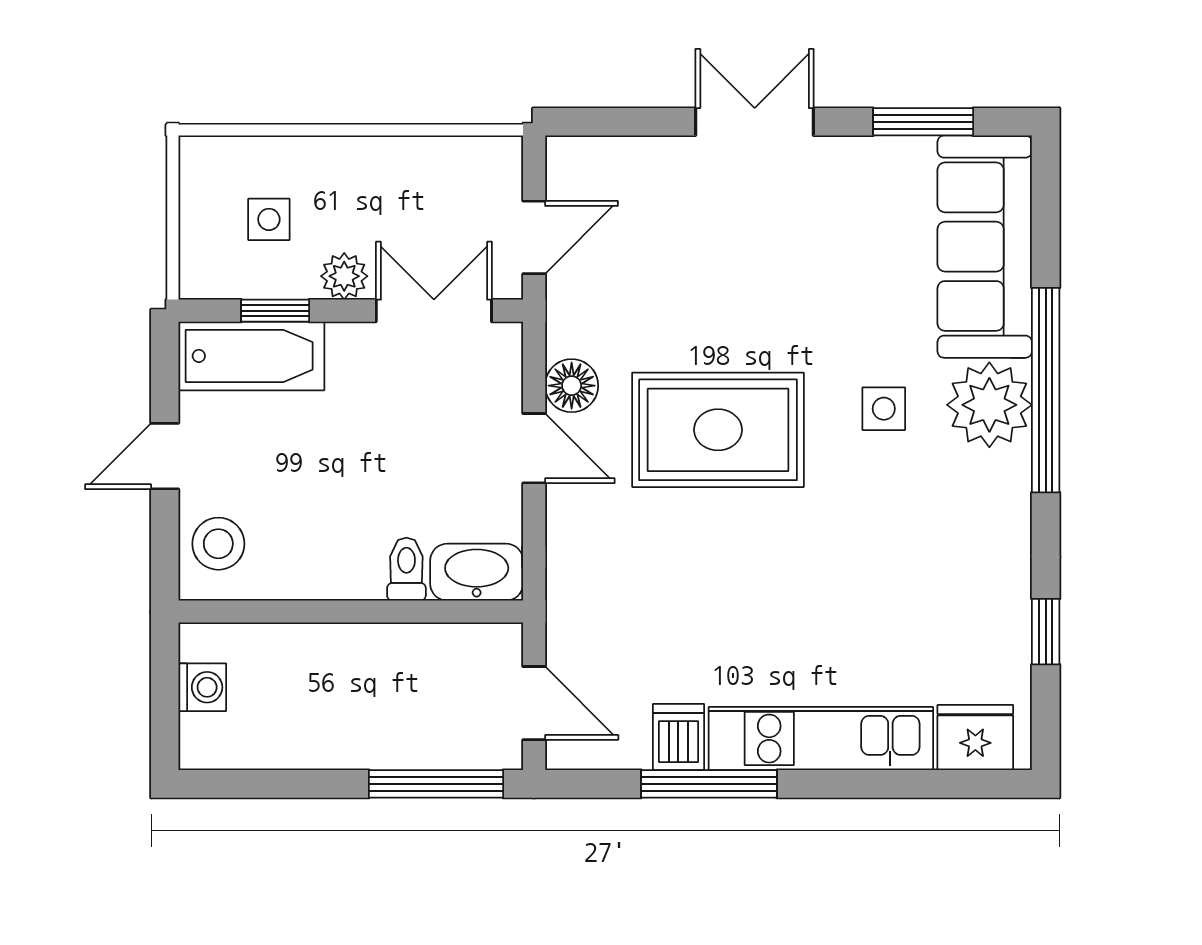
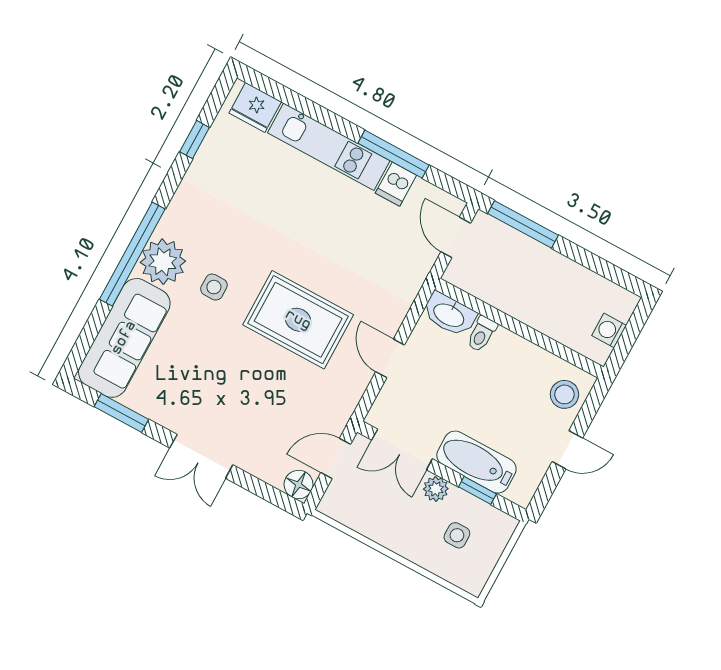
bathtub: (251, 356) -> (476, 462), moved
floor lamp: (572, 386) -> (299, 485), moved

